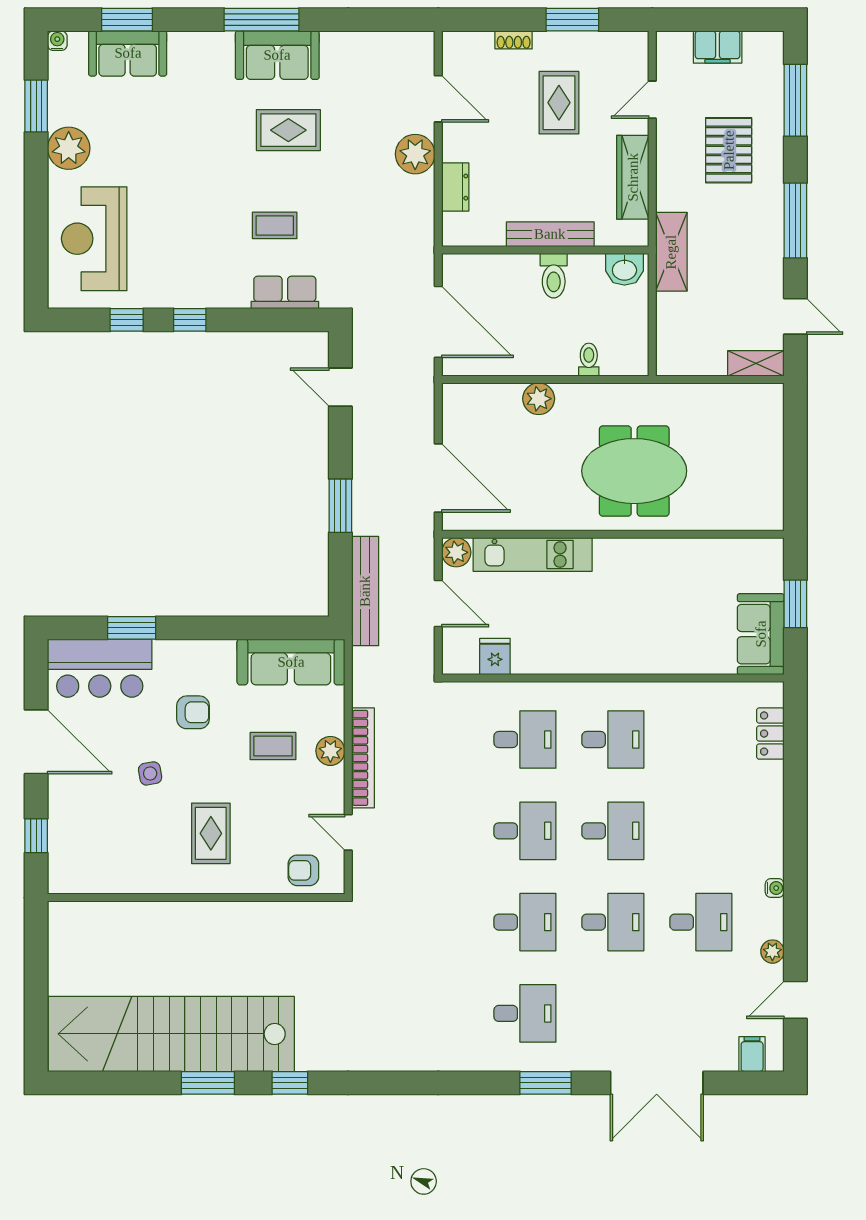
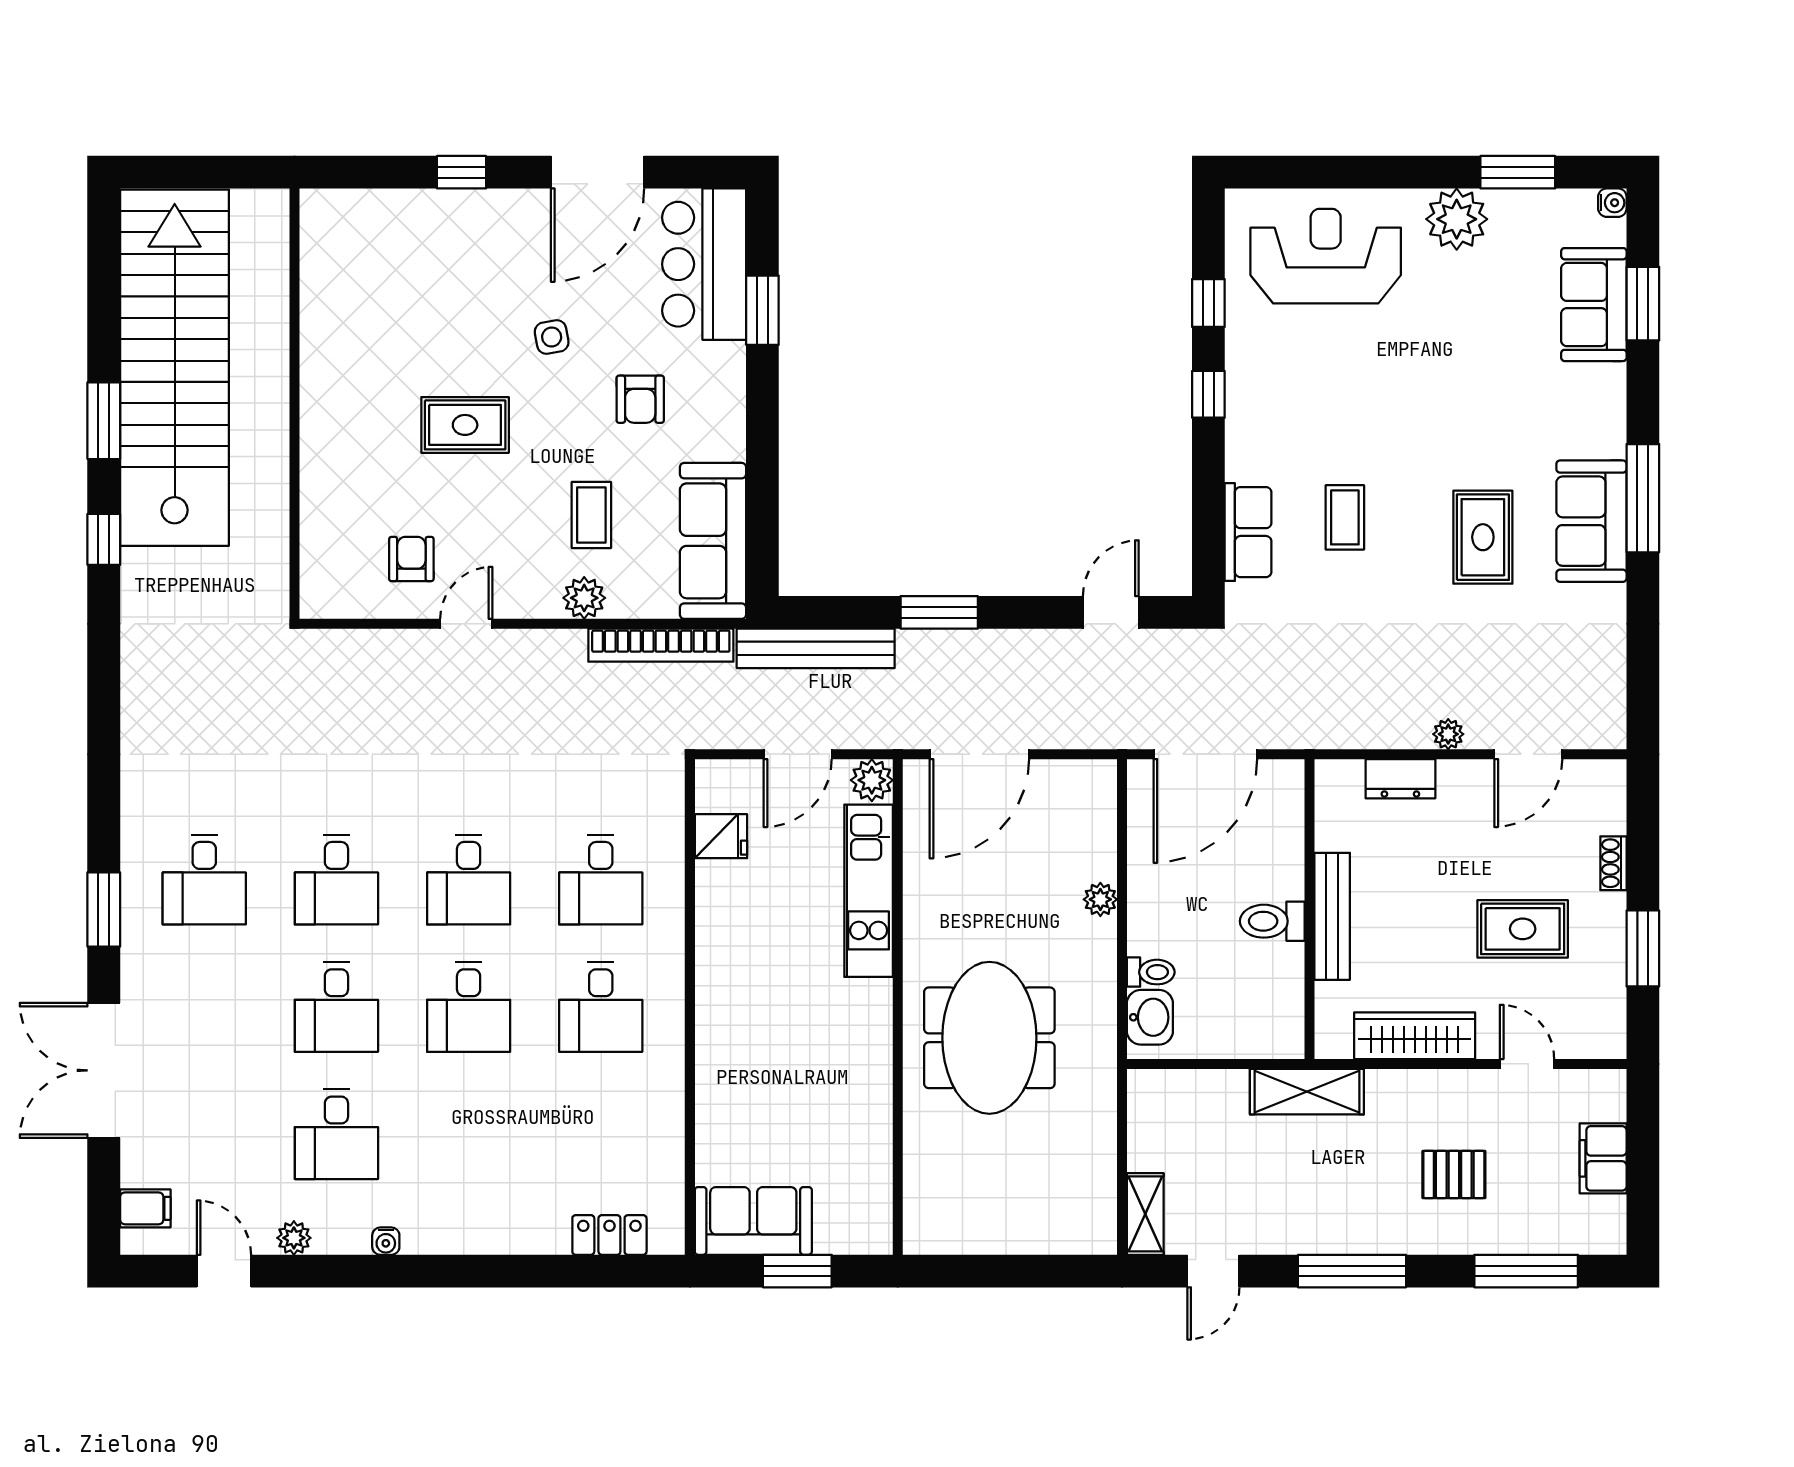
pallet: (729, 150) -> (1454, 1174), width x0.67, depth x0.71
plant: (415, 154) -> (1448, 734), width x0.53, depth x0.53
washbasin: (624, 269) -> (1150, 1017), moved, turned 180
plant: (539, 399) -> (1100, 899), width x0.73, depth x0.73
bookcase: (363, 758) -> (661, 645), moved
wall: (196, 898) -> (295, 404), moved

